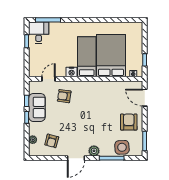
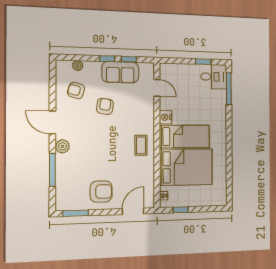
coffee table: (94, 91) -> (141, 145), added
armchair: (64, 96) -> (105, 106), moved
side table: (122, 147) -> (67, 183), removed

